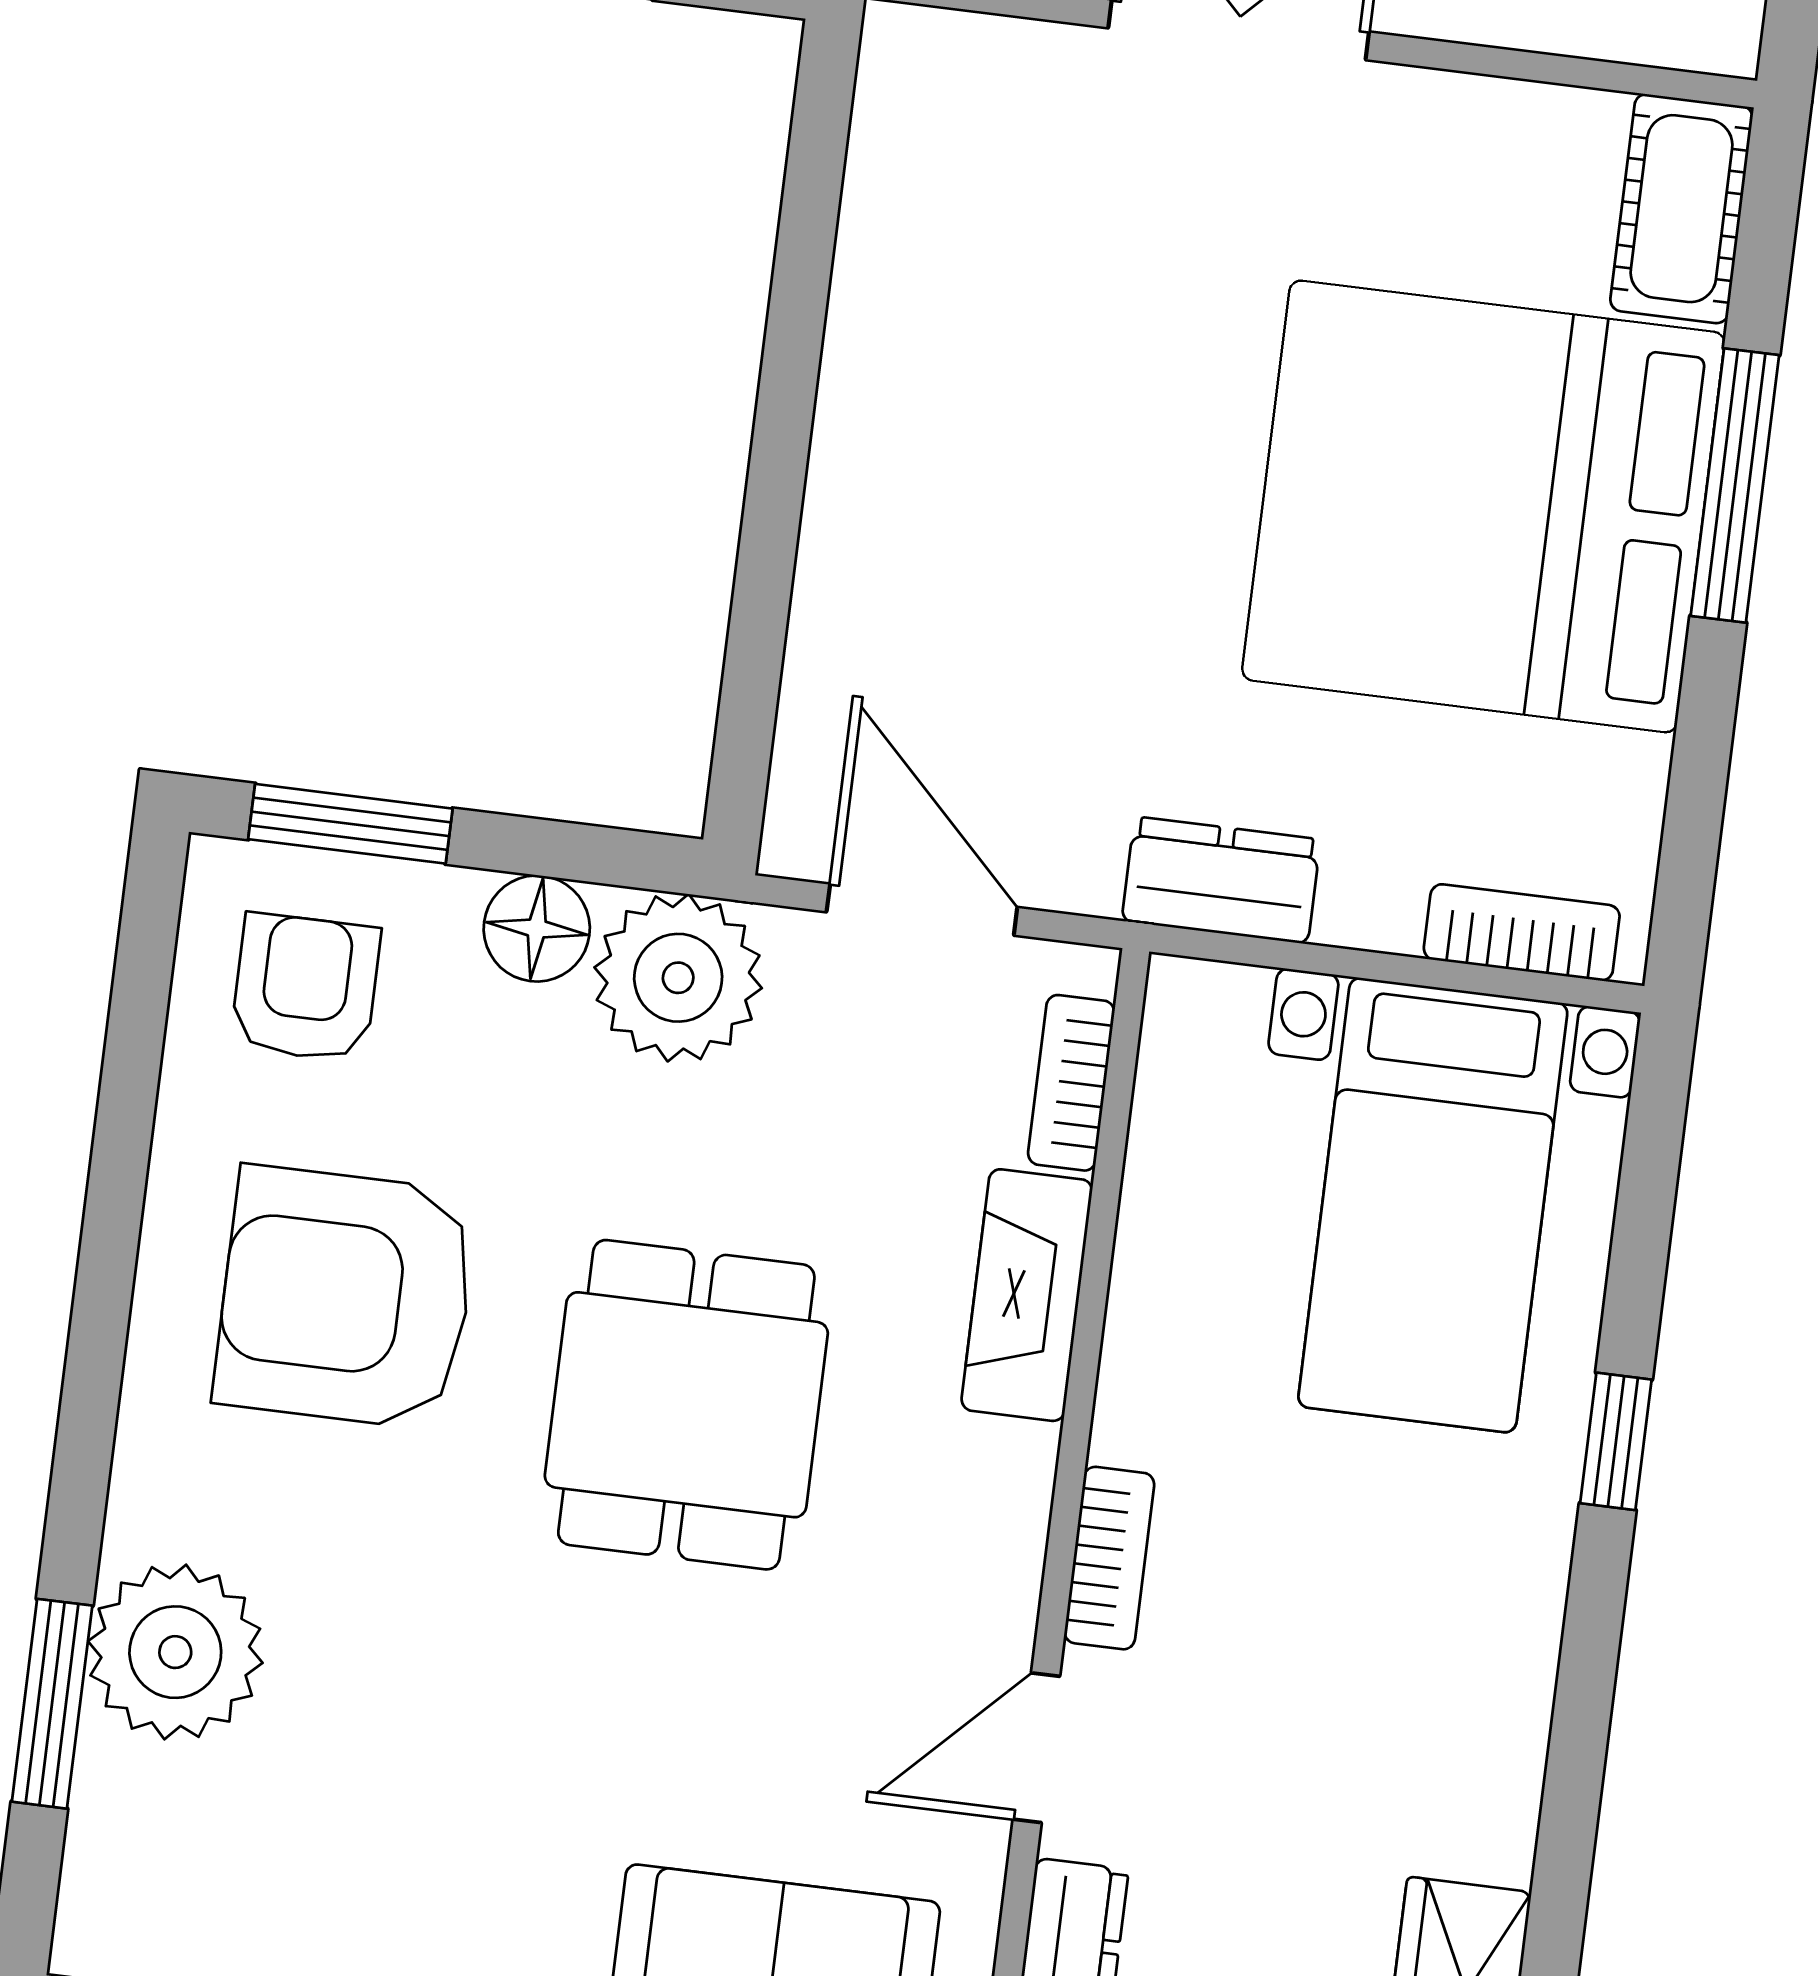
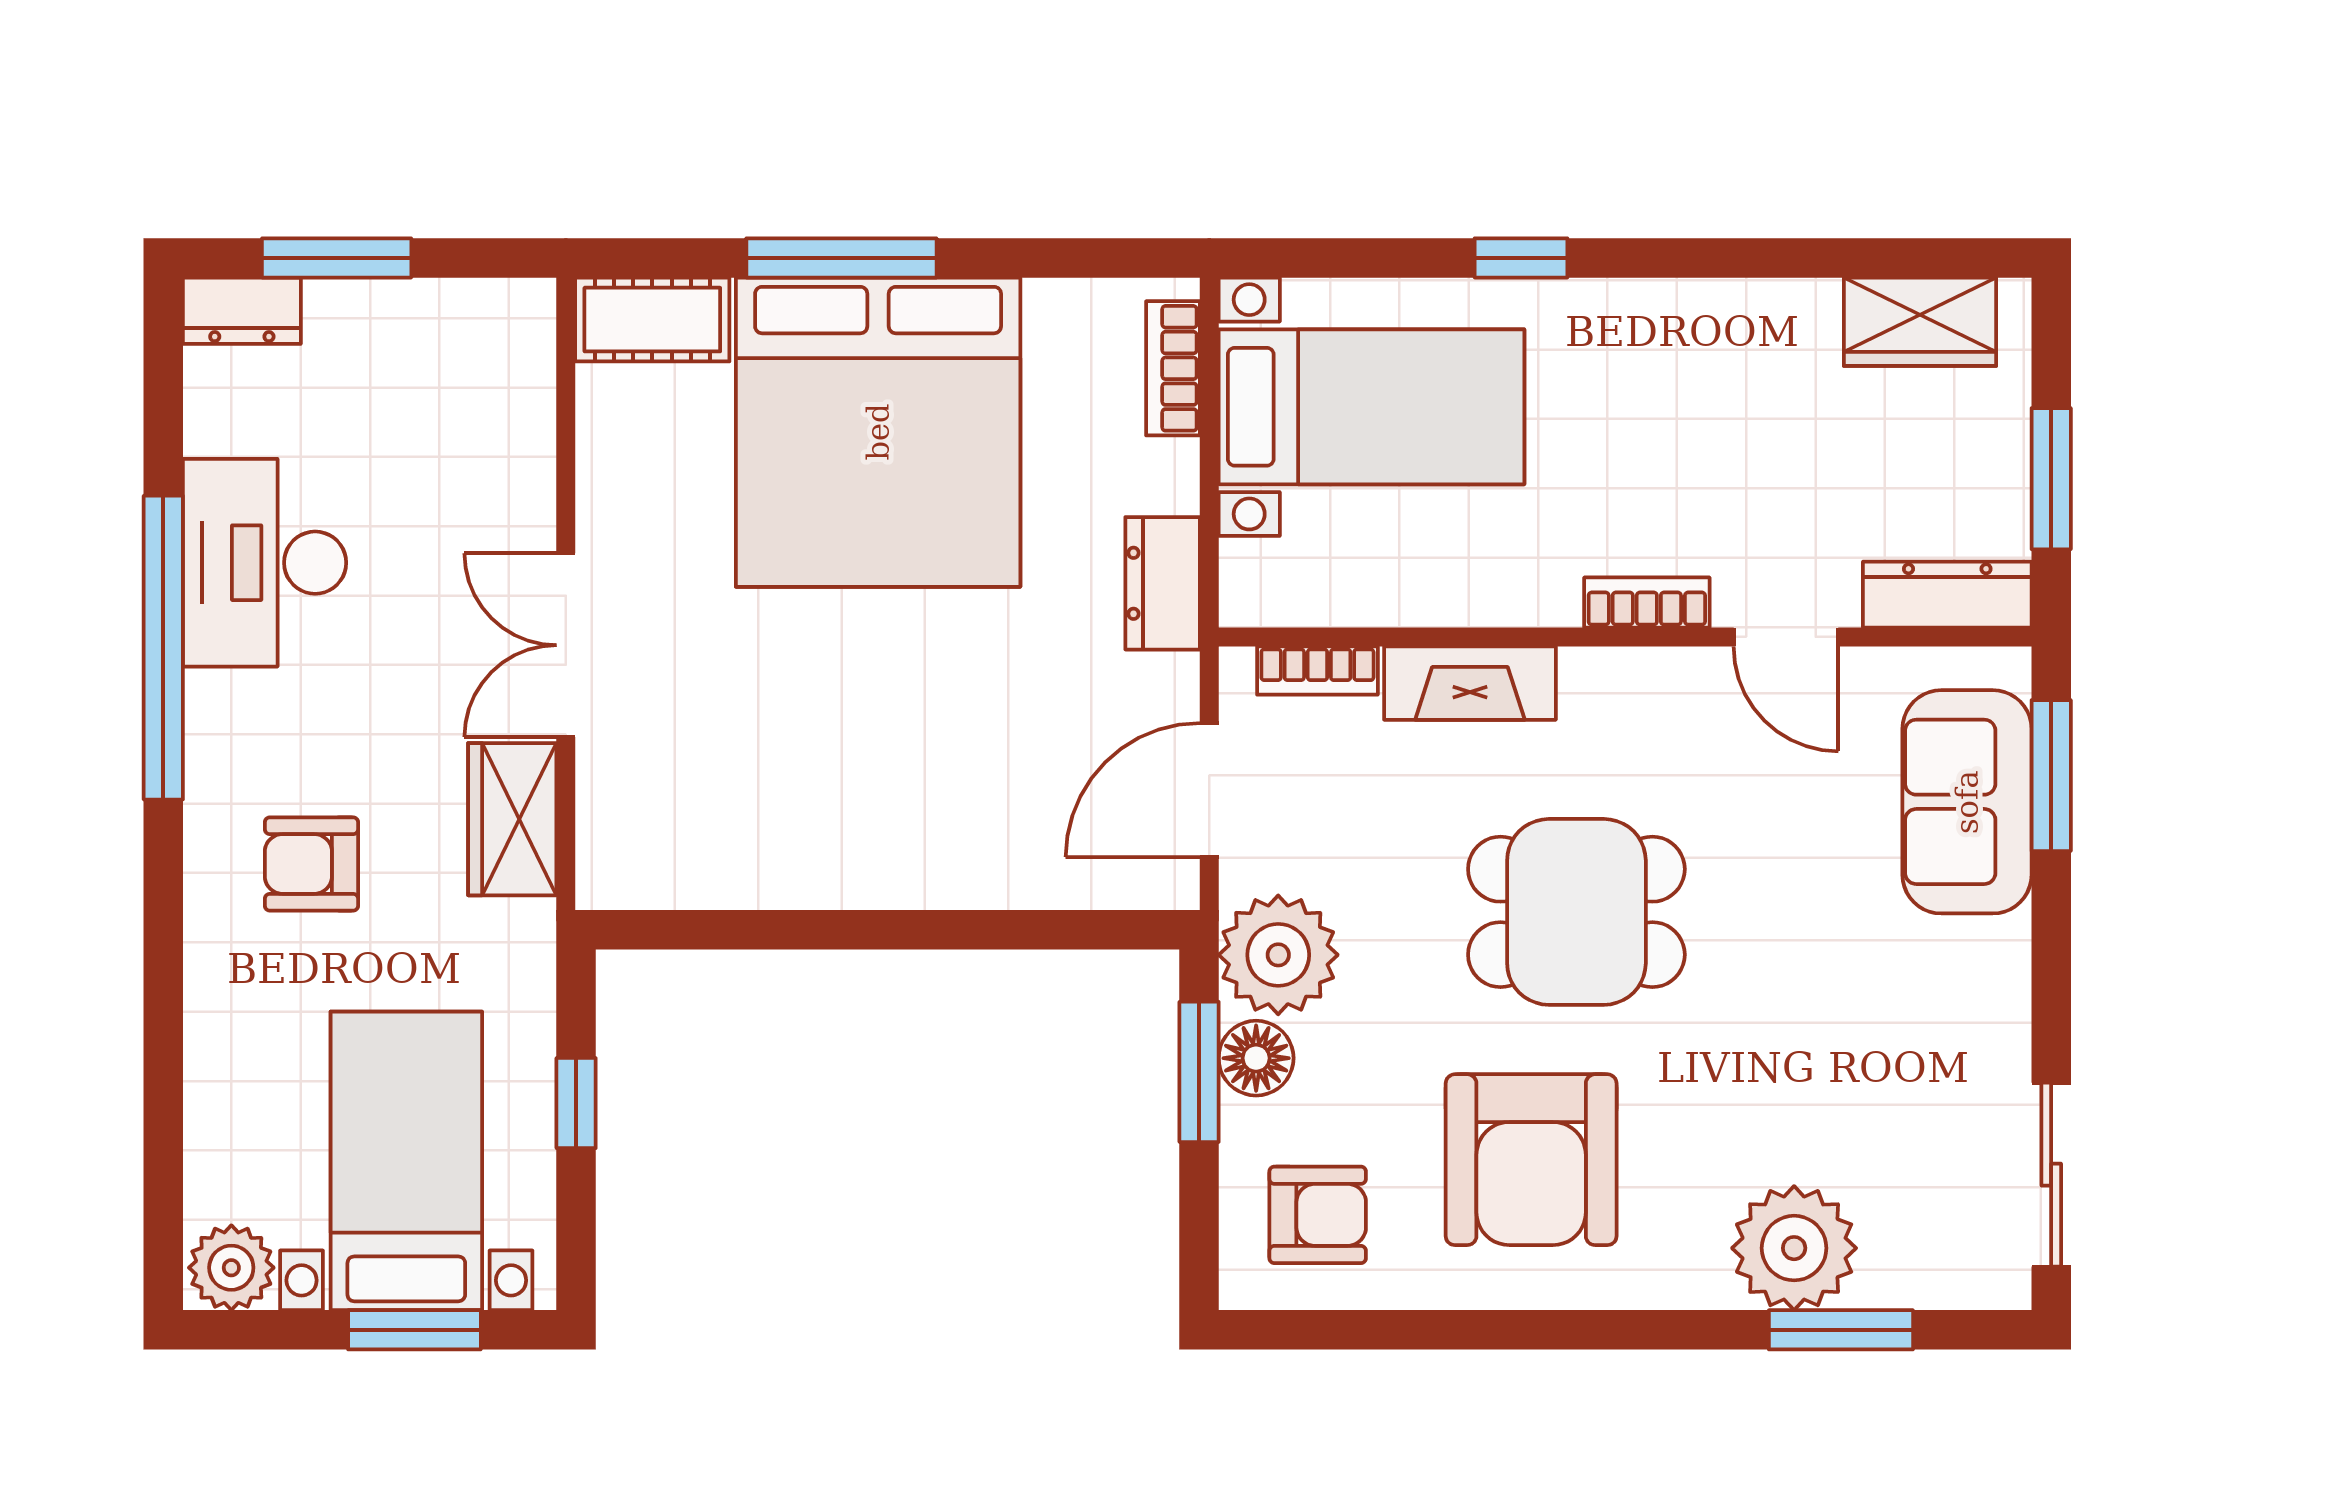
window: (350, 824) -> (1199, 1072), moved
armchair: (306, 988) -> (1318, 1215), turned 180

